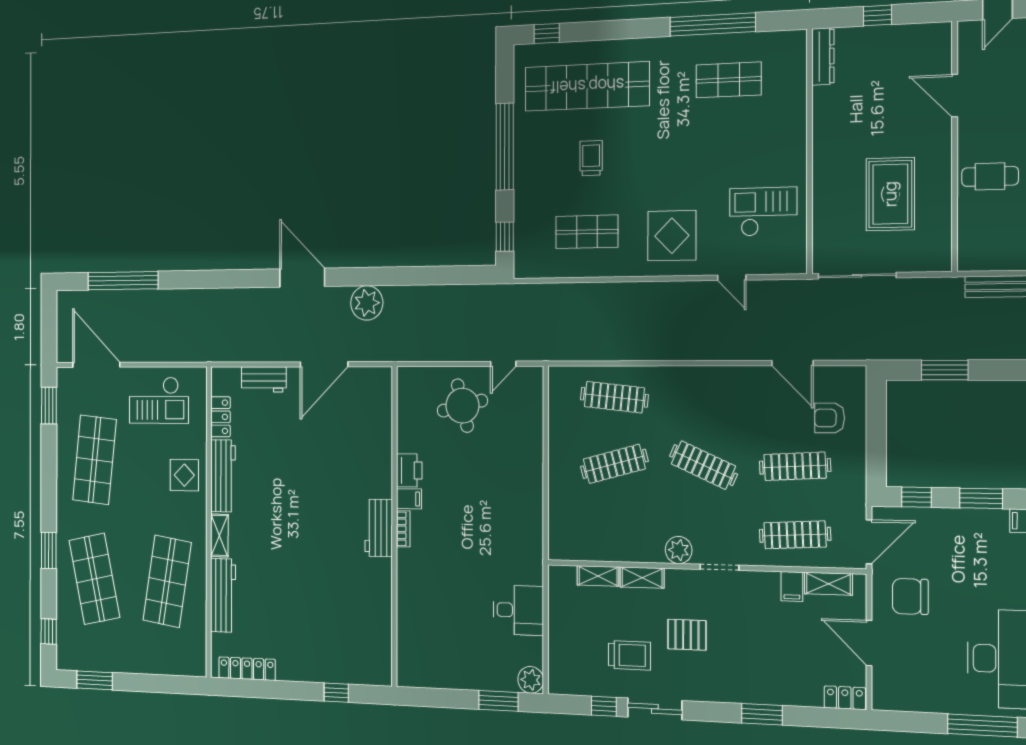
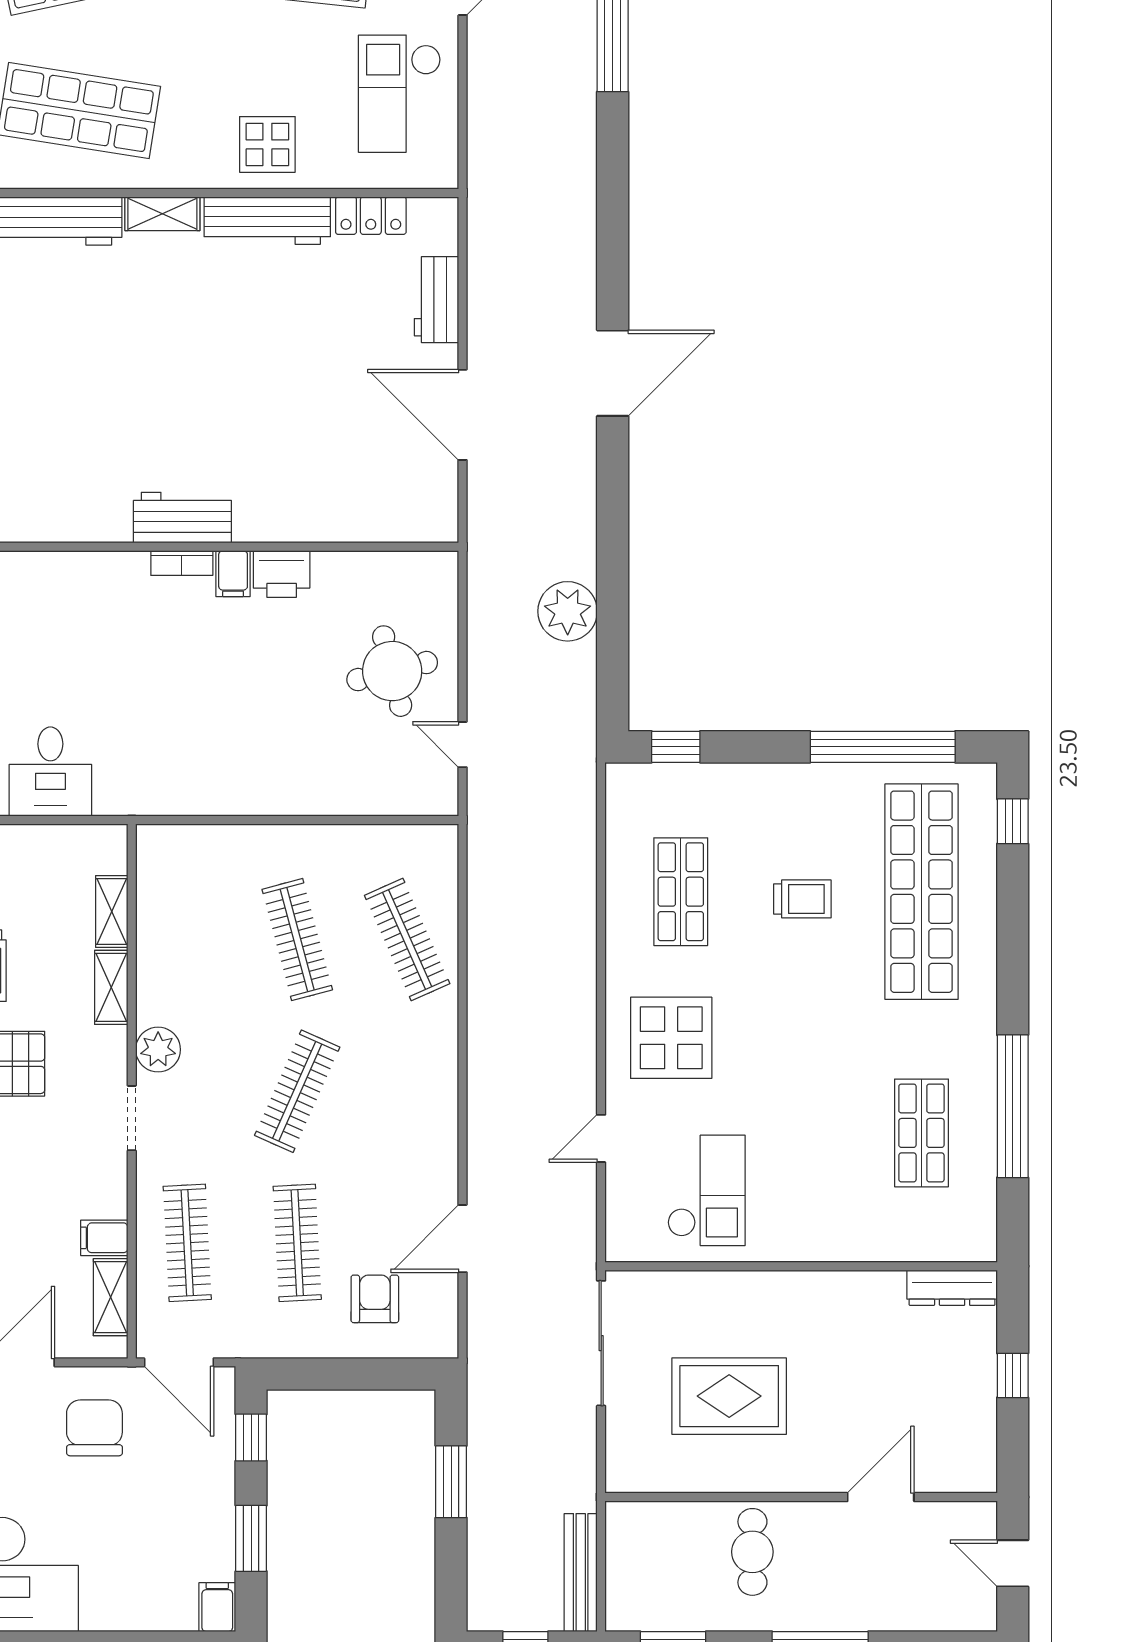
window: (505, 147) -> (883, 747), moved
plant: (367, 303) -> (568, 611), moved
clothes rail: (614, 397) -> (407, 940), turned -30

